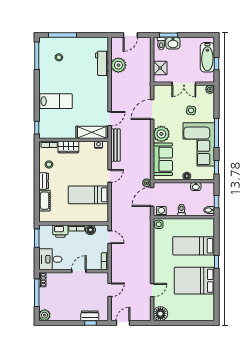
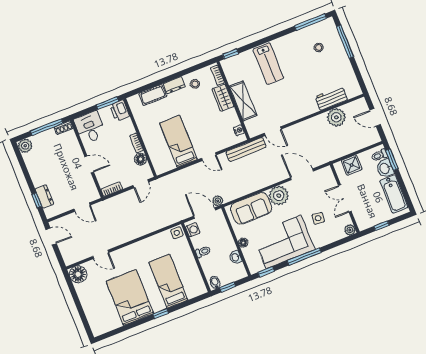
bathtub: (207, 57) -> (394, 194), moved, turned -90
shelving: (92, 132) -> (243, 101), moved
printer: (60, 231) -> (120, 111), moved

